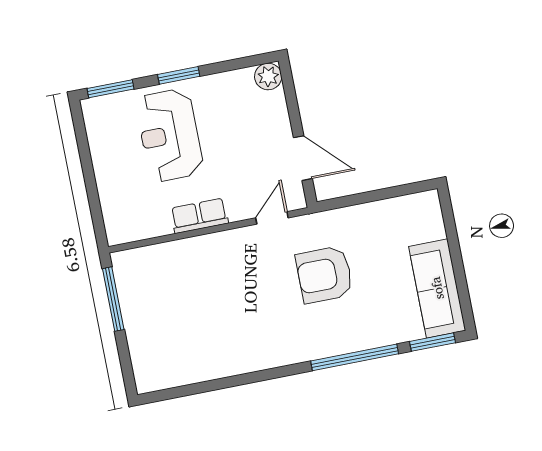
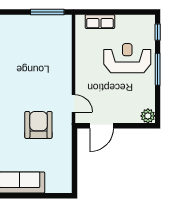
window: (179, 75) -> (158, 69), width x1.44
window: (110, 89) -> (158, 32), width x0.67
row of seats: (199, 216) -> (100, 22), moved, turned 90

